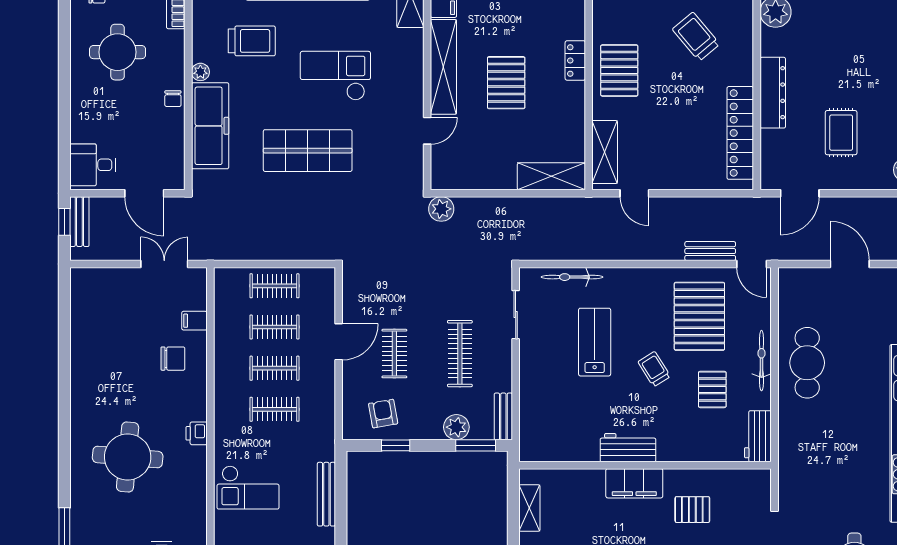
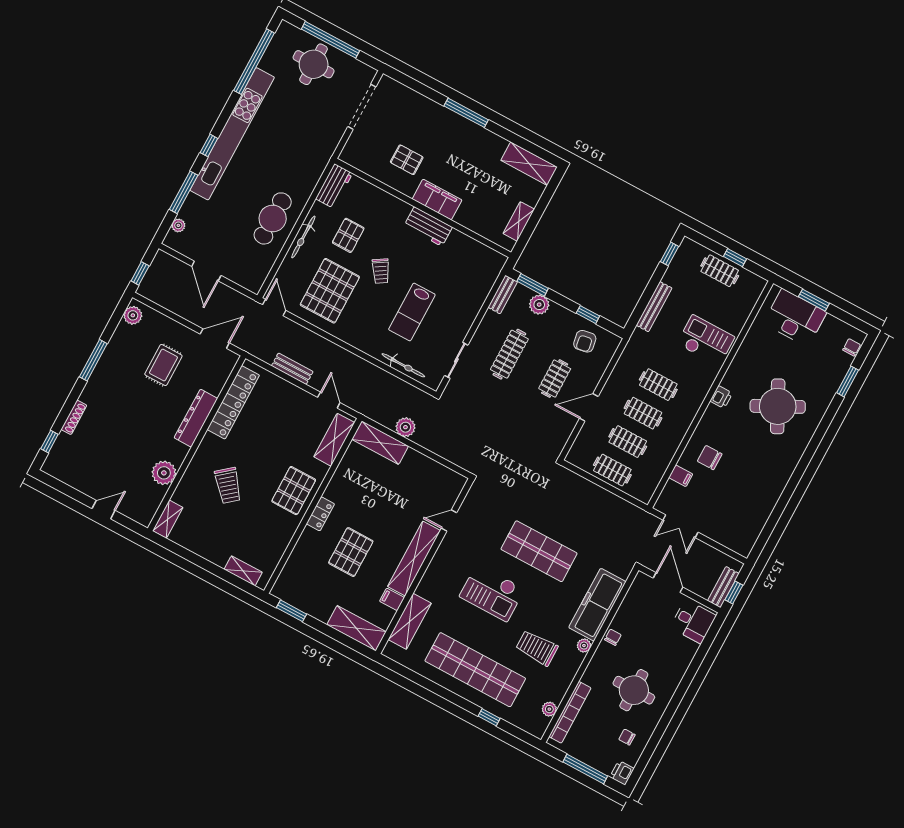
pallet: (506, 83) -> (351, 552), moved
plant: (441, 209) -> (405, 427), moved
bench: (710, 251) -> (292, 369), moved
round table: (128, 457) -> (778, 406), turned -32

